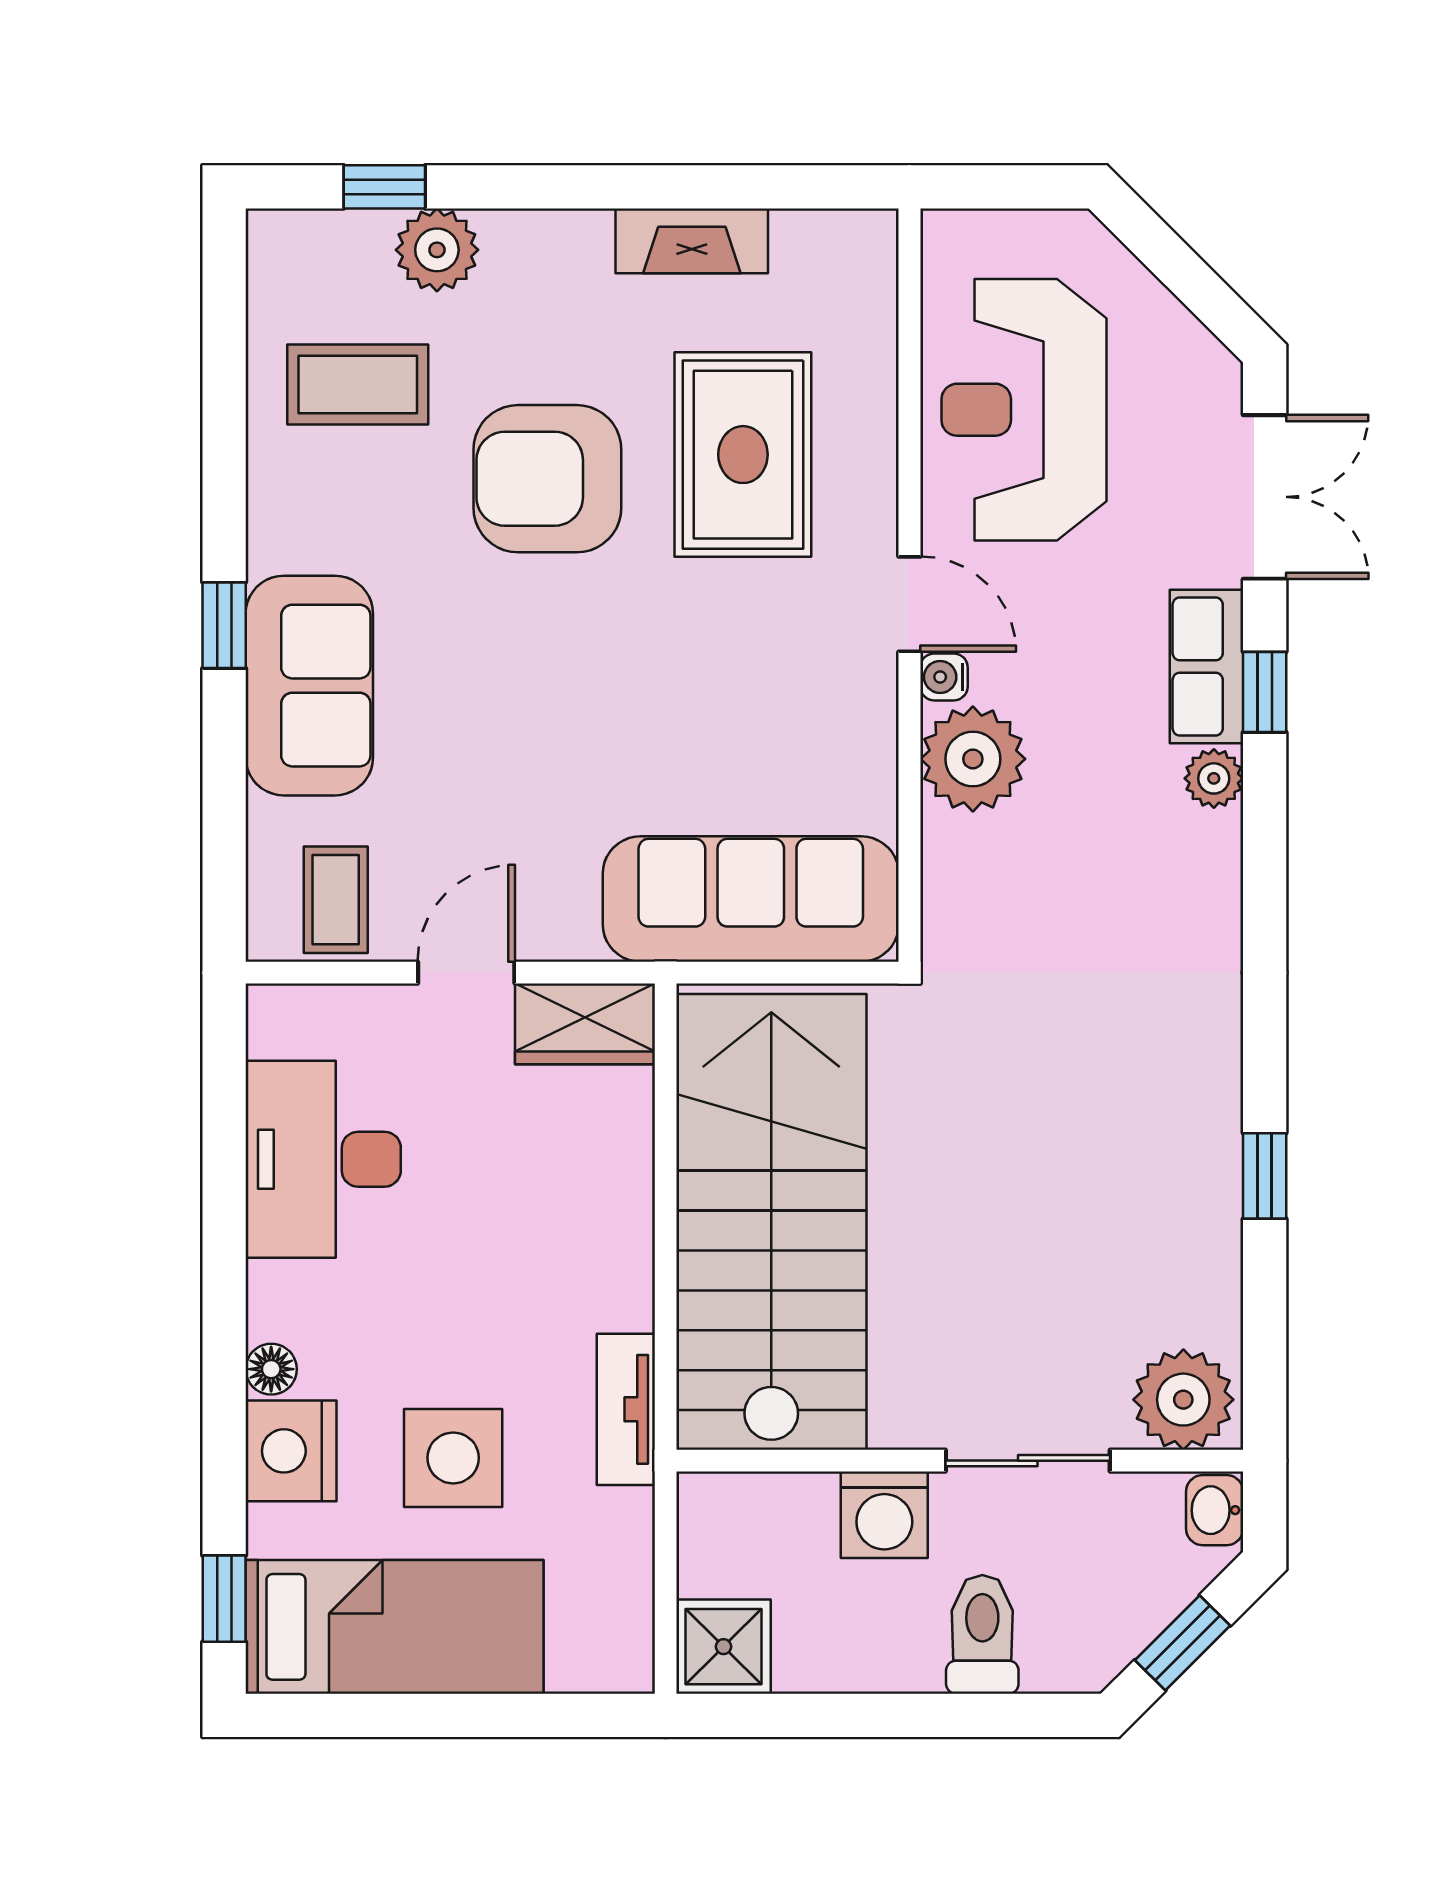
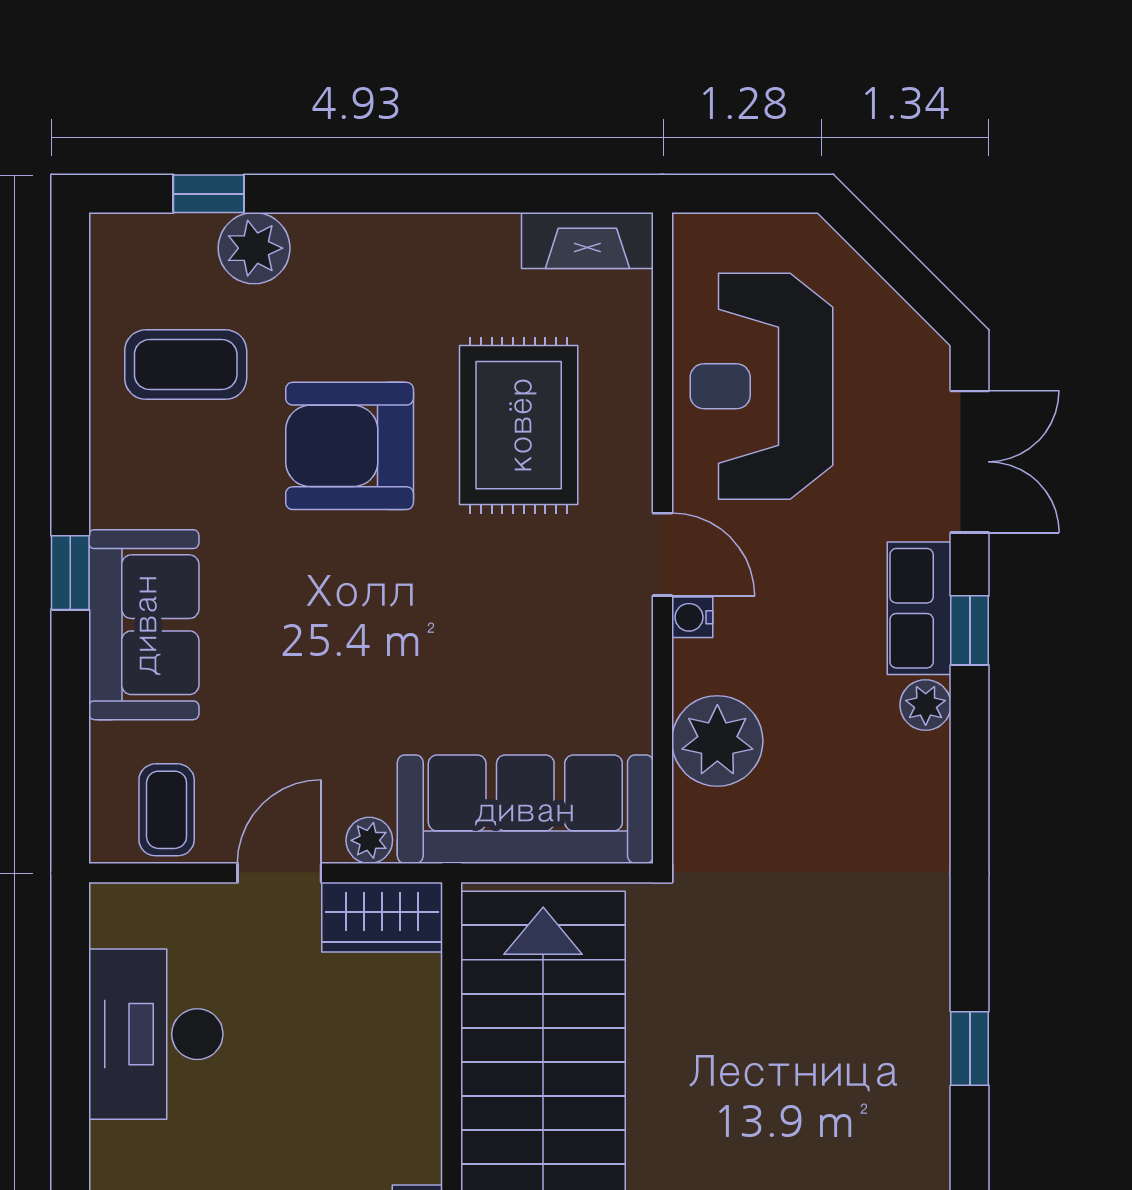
fireplace: (692, 241) -> (587, 240), moved
plant: (973, 759) -> (717, 741), moved
plant: (570, 935) -> (369, 840), added

